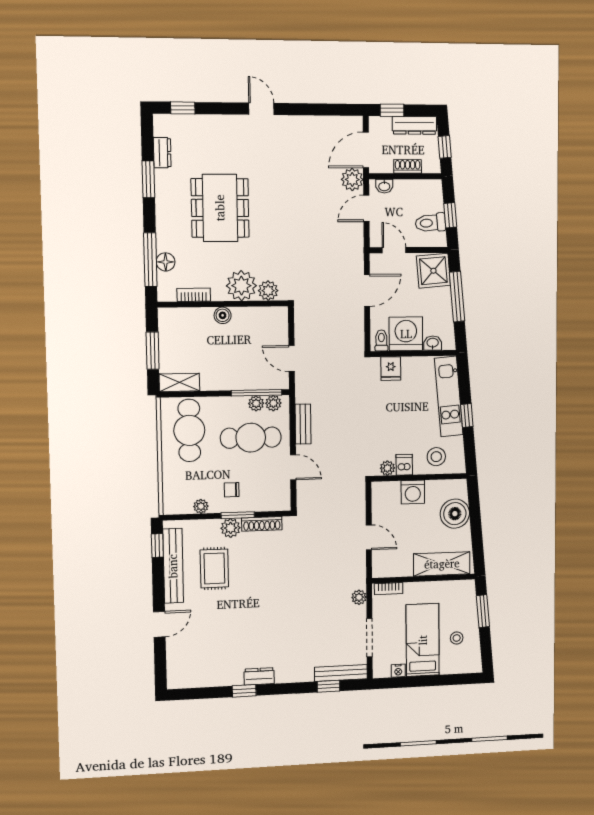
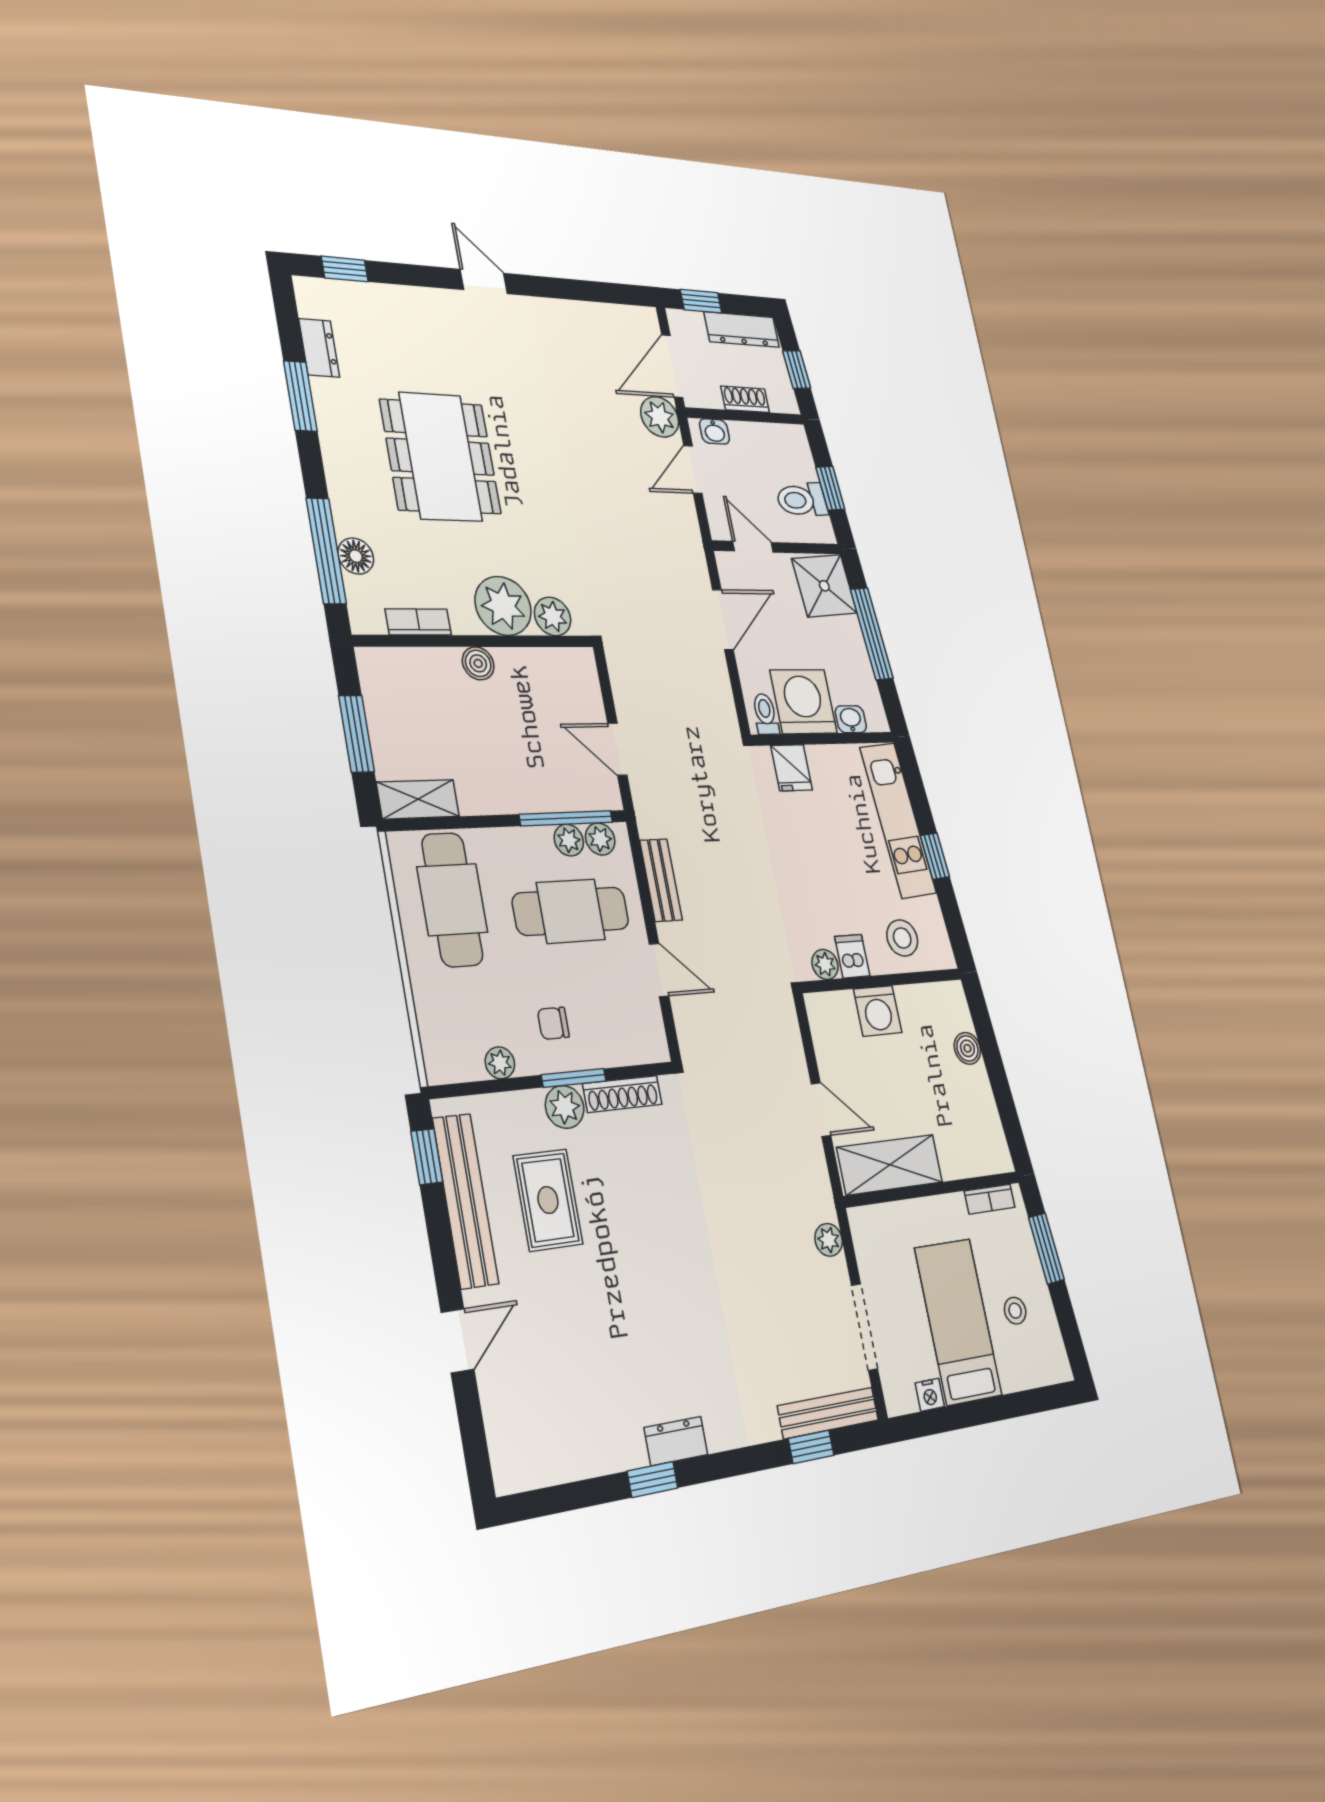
boiler: (455, 514) -> (967, 1048), width x0.54, depth x0.54
shelving: (442, 564) -> (890, 1165), moved
bookcase: (389, 589) -> (990, 1199), moved

